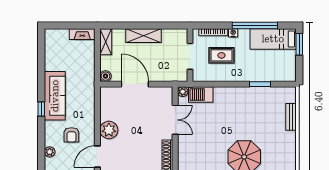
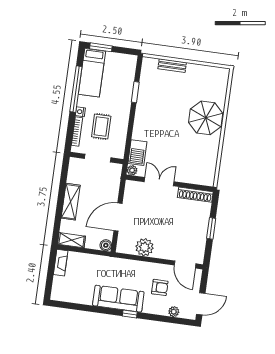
plant: (109, 130) -> (145, 247), moved

